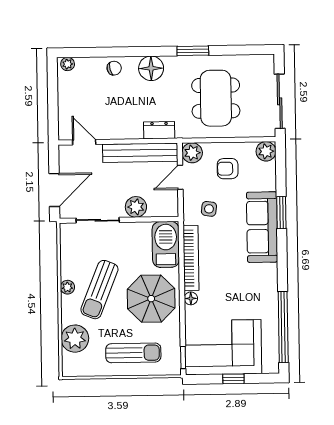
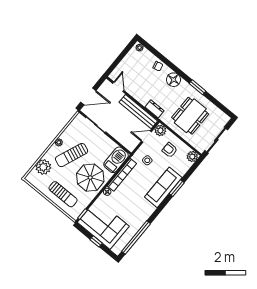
plant: (136, 207) -> (117, 133), removed

